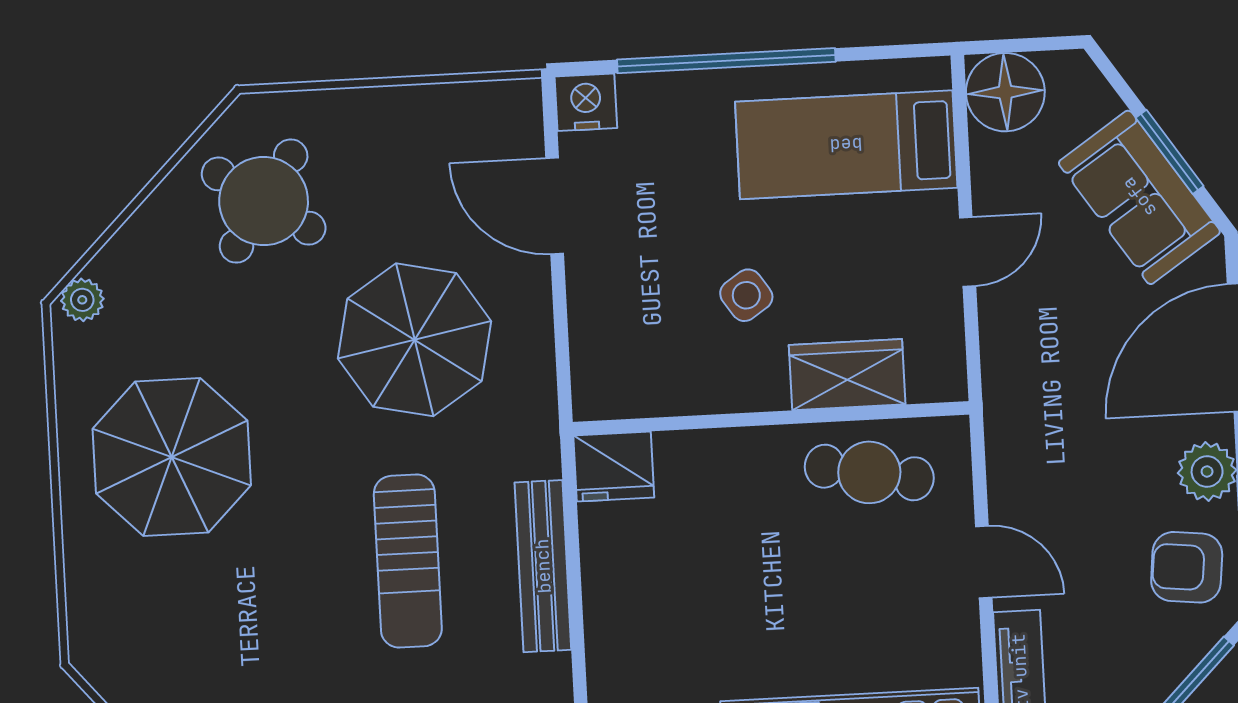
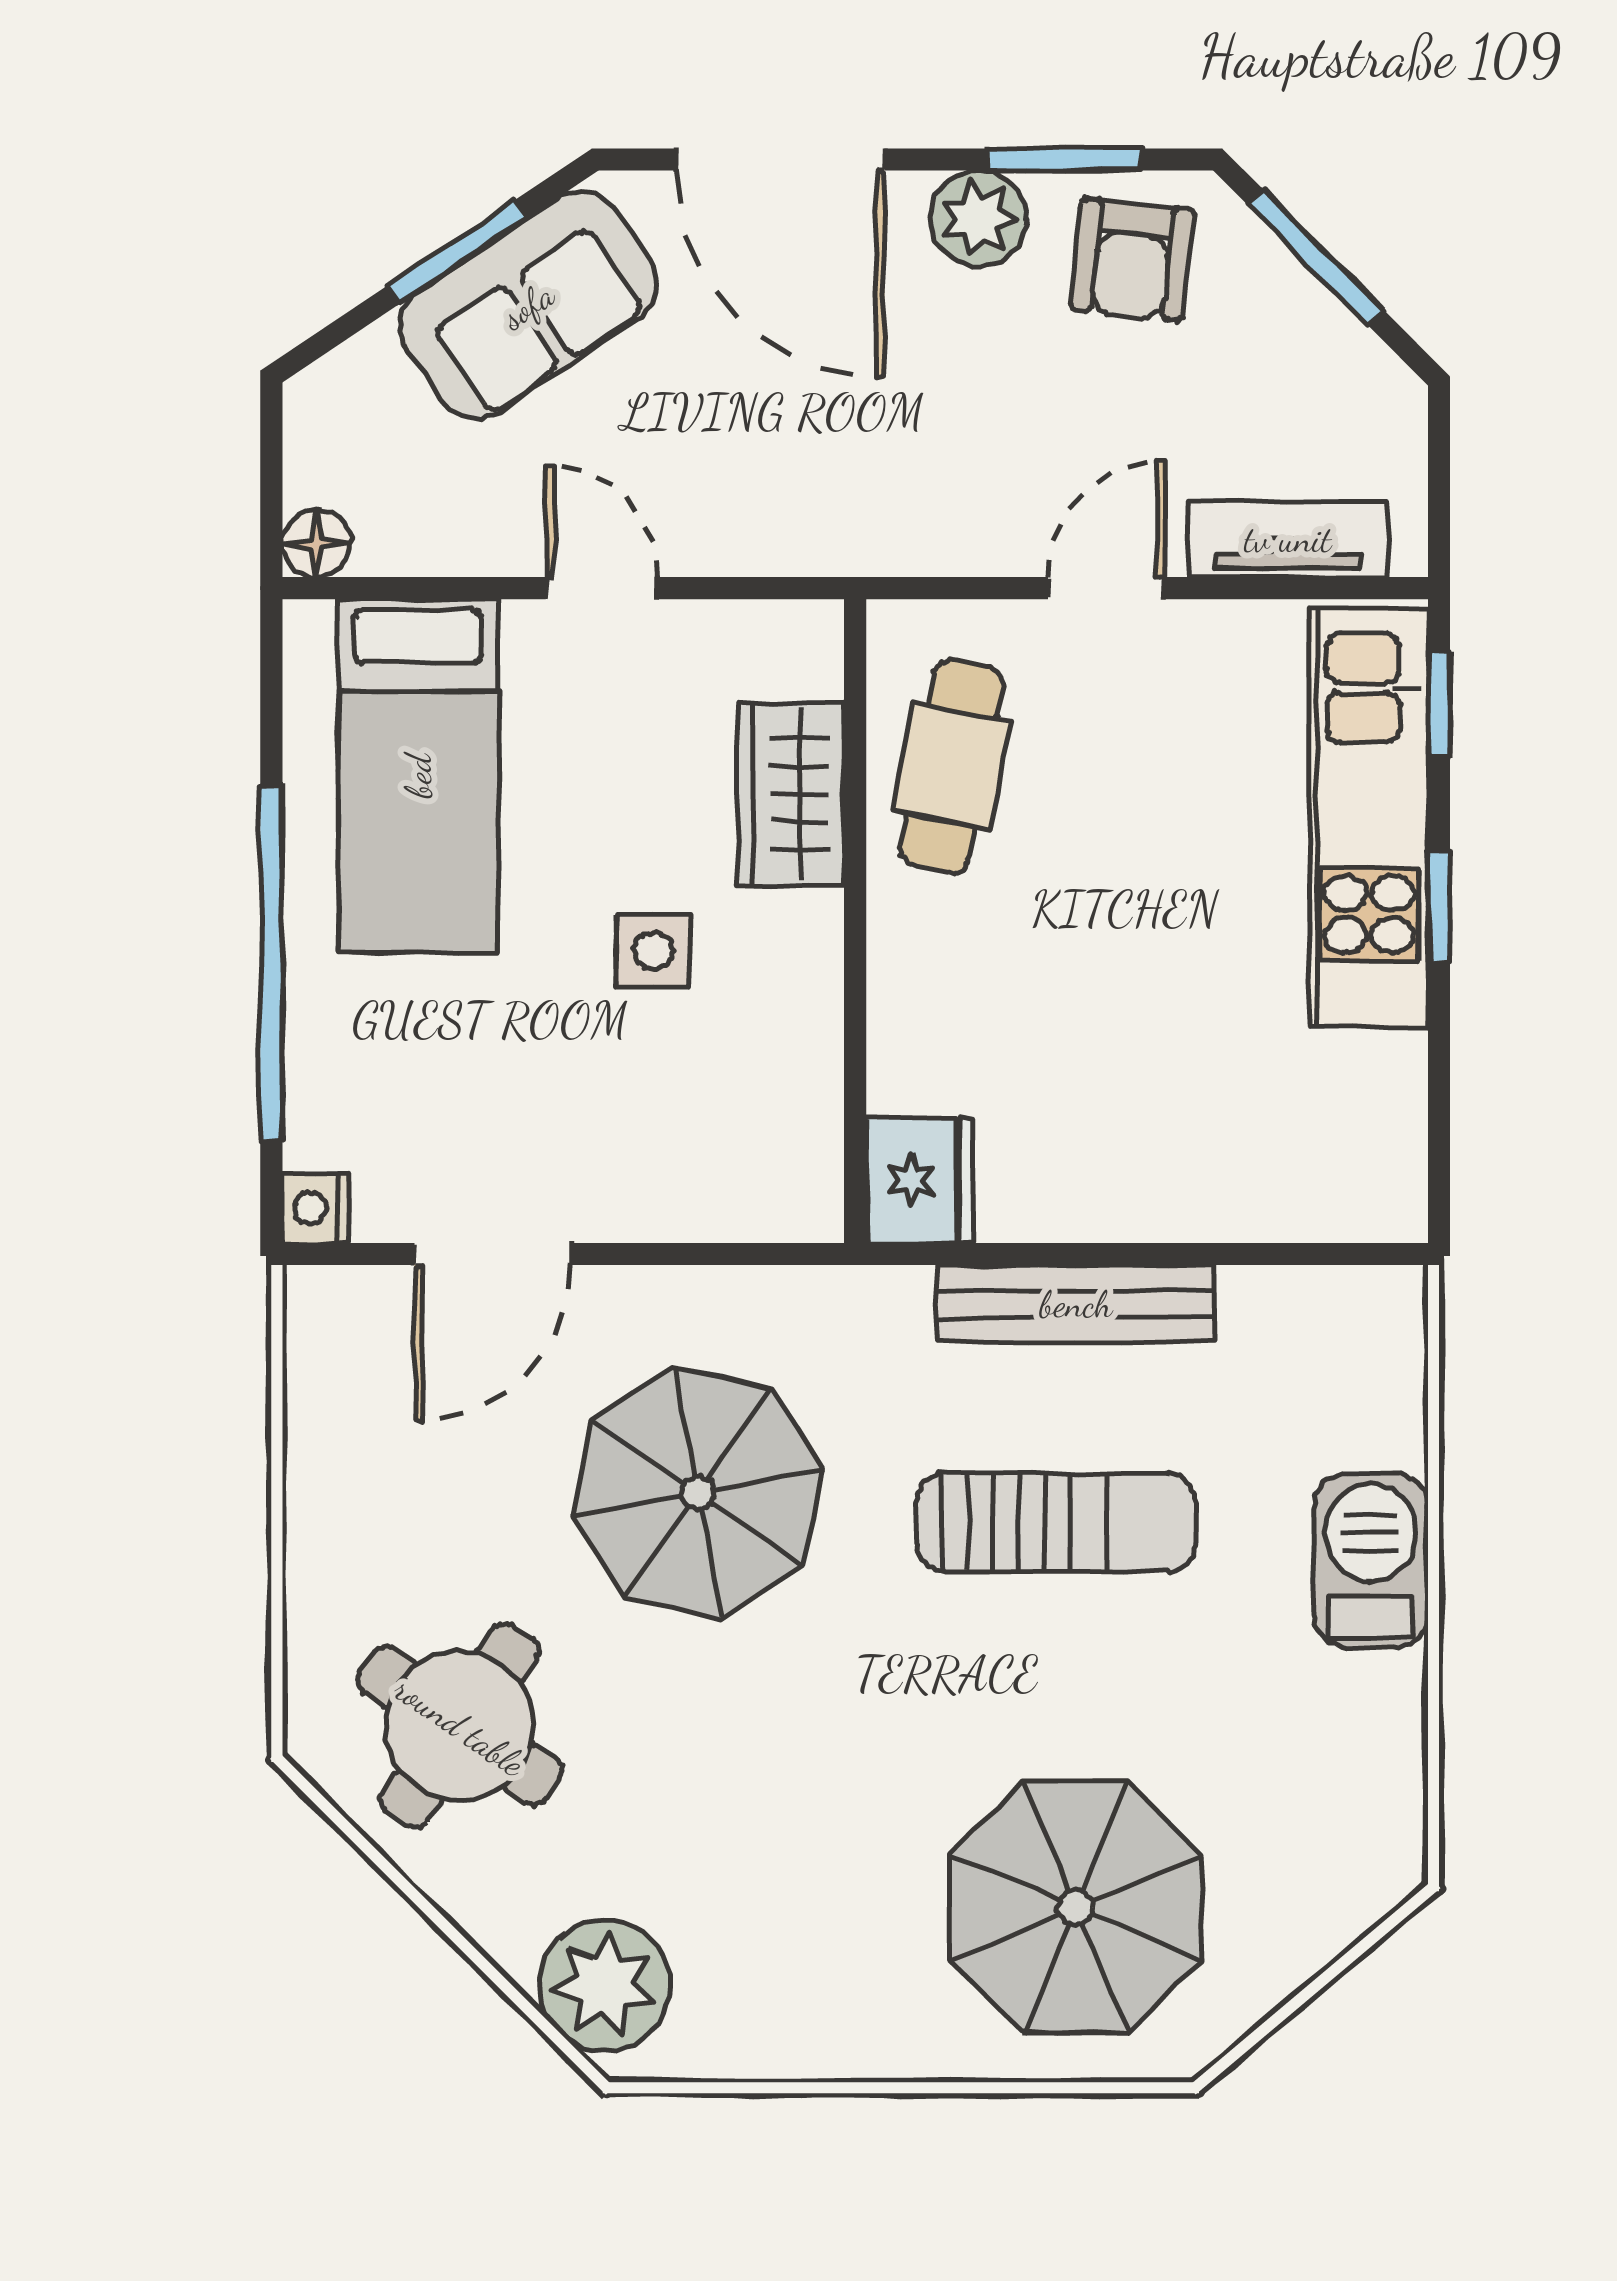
floor lamp: (1005, 92) -> (316, 543), width x0.53, depth x0.53
nightstand: (586, 102) -> (315, 1208), width x0.72, depth x0.74
side table: (746, 295) -> (654, 951), turned 34
plant: (82, 300) -> (605, 1985), width x1.88, depth x1.88
parasol: (172, 457) -> (1076, 1907), moved

